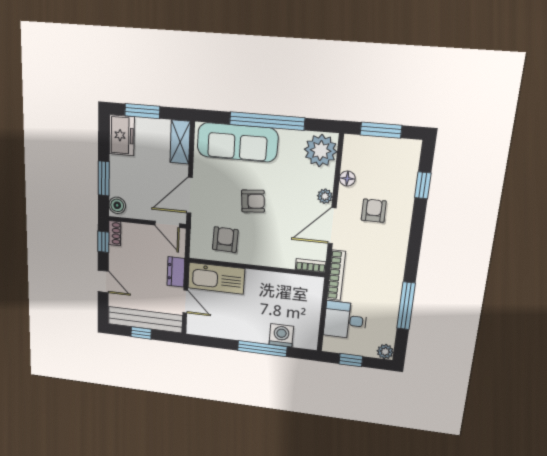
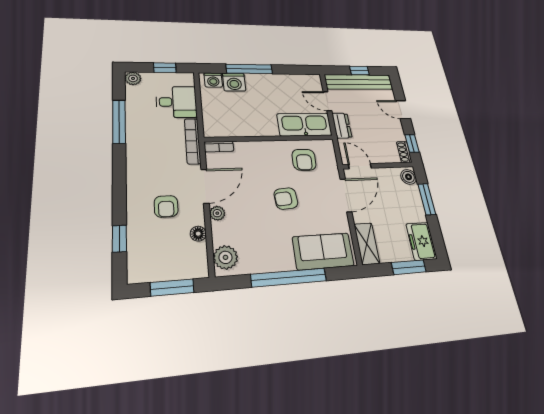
sofa: (237, 142) -> (323, 251), width x0.73
plant: (321, 151) -> (225, 257), width x0.73, depth x0.73
washing machine: (303, 340) -> (213, 80), added

